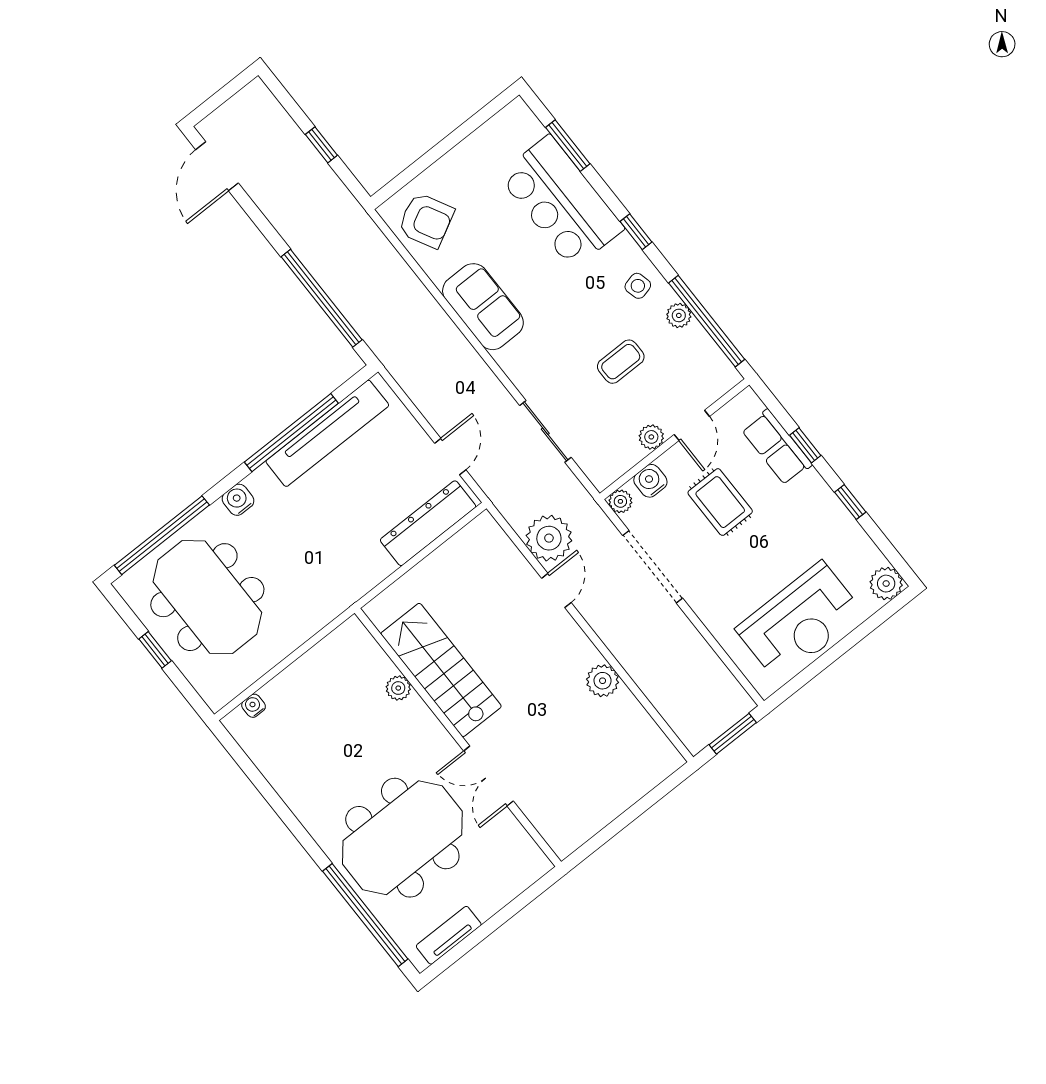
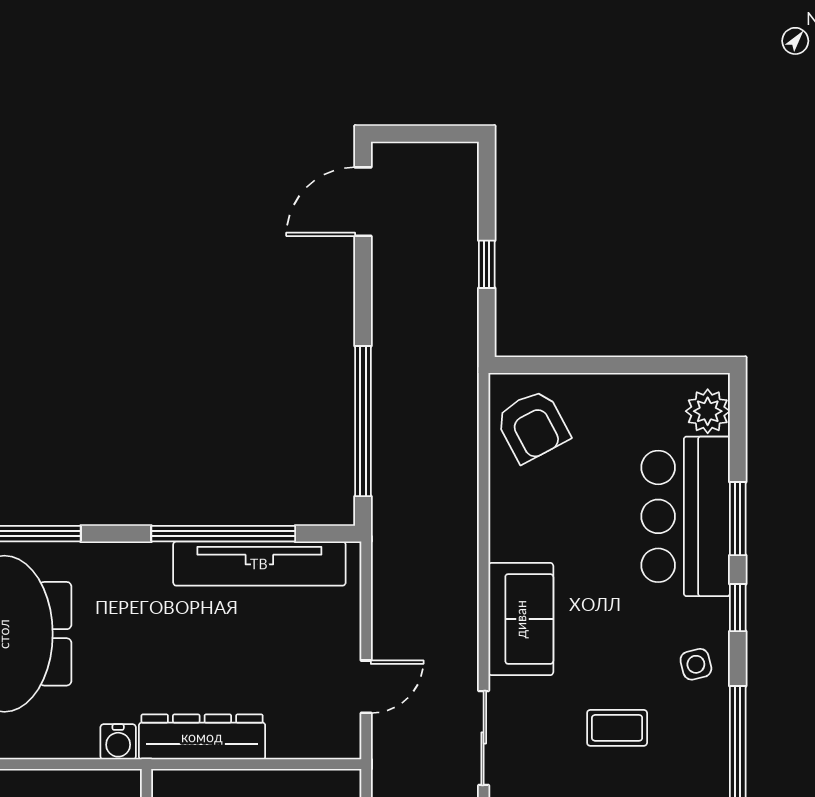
window: (568, 146) -> (738, 519), moved
sofa: (483, 307) -> (521, 619), moved
plant: (679, 315) -> (708, 411), moved, width x1.38, depth x1.38
water cooler: (238, 500) -> (118, 742), moved, turned 180
dresser: (428, 523) -> (202, 737), moved

